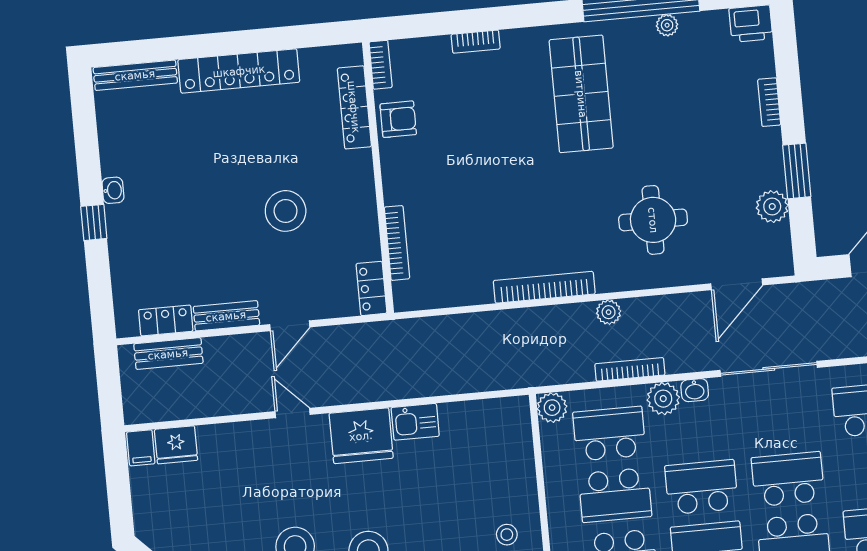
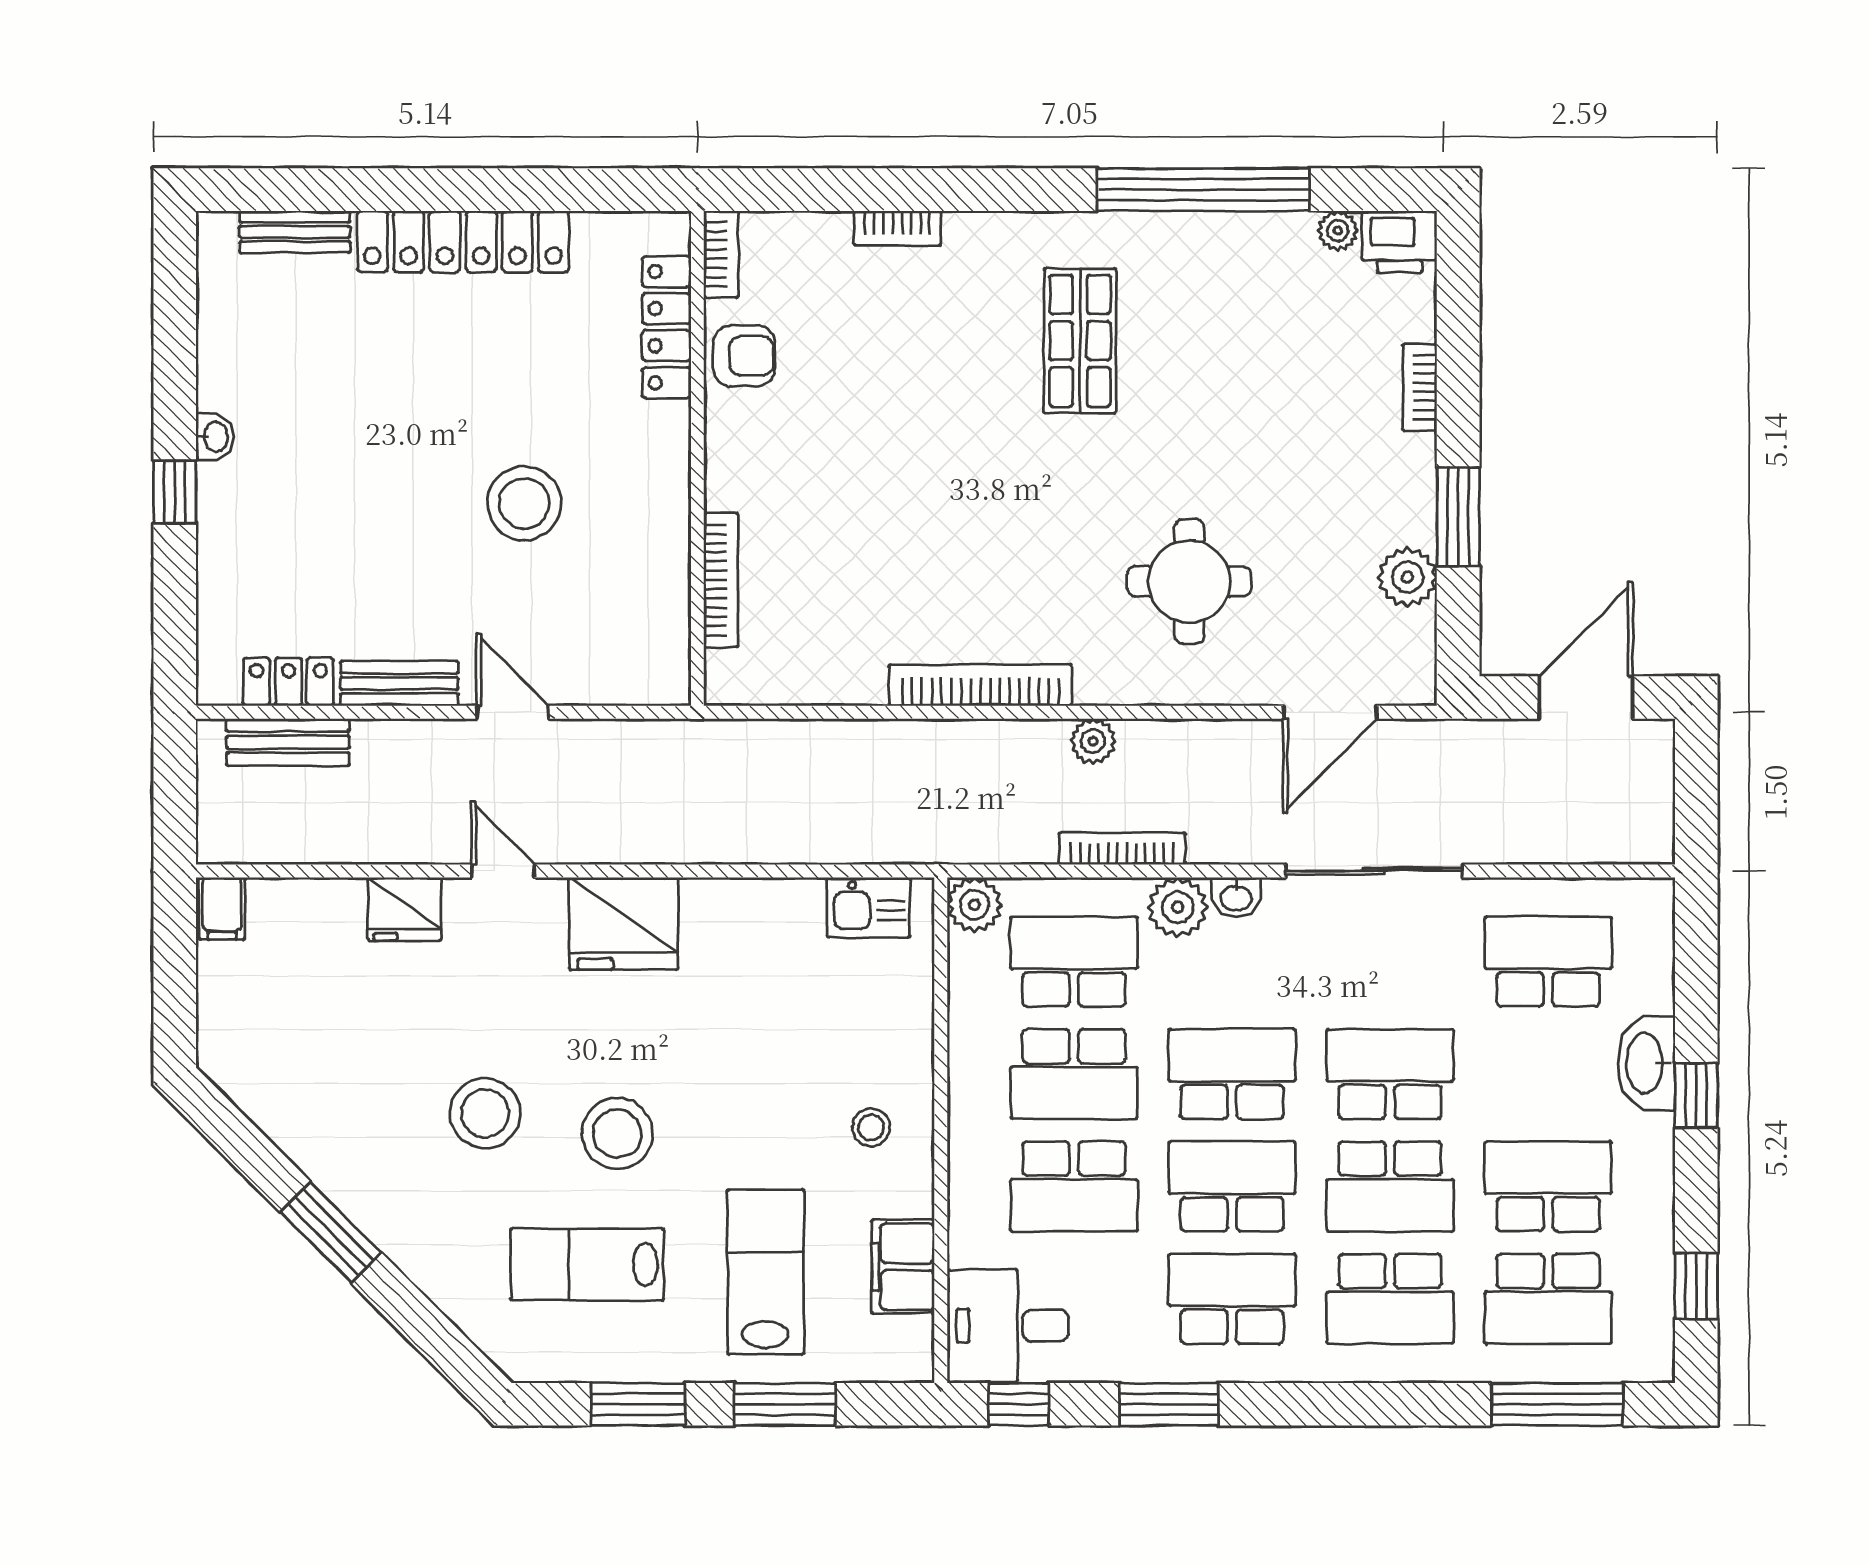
plant: (667, 25) -> (1338, 231), moved
bench: (135, 75) -> (295, 232), width x0.73
shop shelf: (581, 94) -> (1080, 341), width x0.70, depth x0.74
locker: (371, 288) -> (667, 658), removed
door: (290, 326) -> (513, 712), swing flipped
kitchen sink: (415, 422) -> (869, 907), moved
fridge: (176, 445) -> (405, 909), moved

